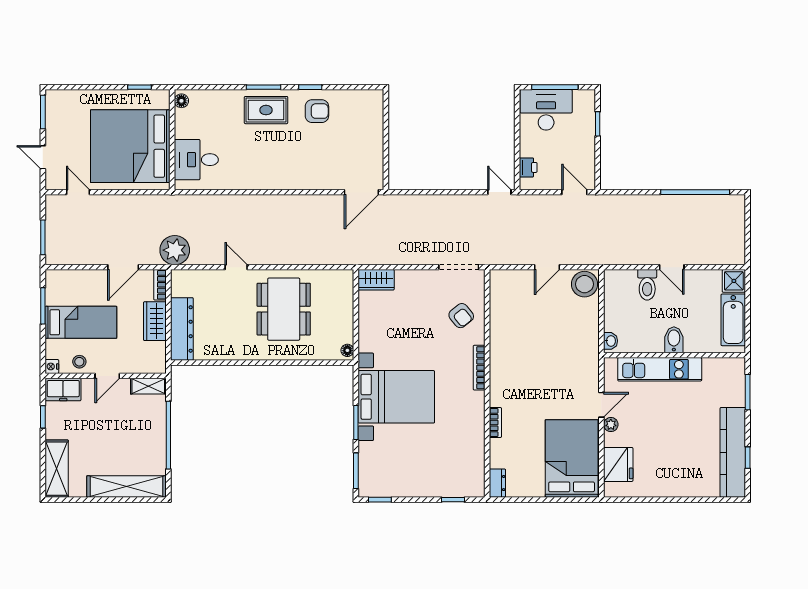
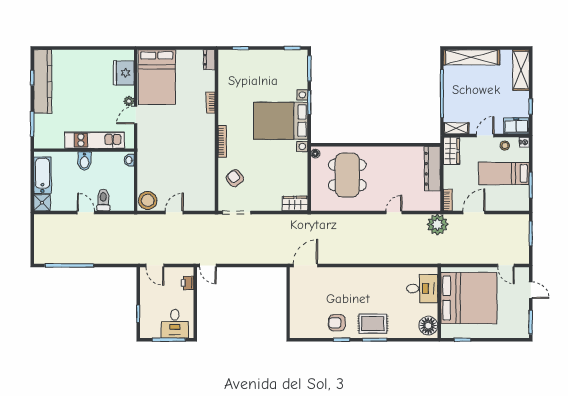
floor lamp: (181, 101) -> (428, 326), width x1.89, depth x1.89
desk: (546, 110) -> (175, 324), width x0.73
door: (236, 267) -> (394, 212), swing flipped
dining table: (284, 309) -> (347, 175), moved
wardrobe: (155, 321) -> (451, 151), moved

